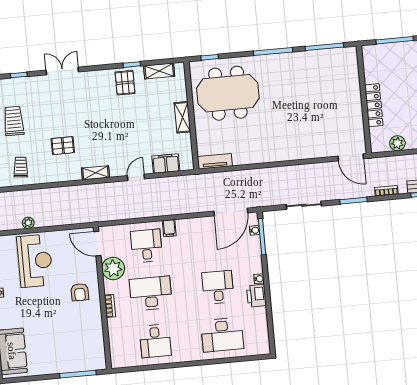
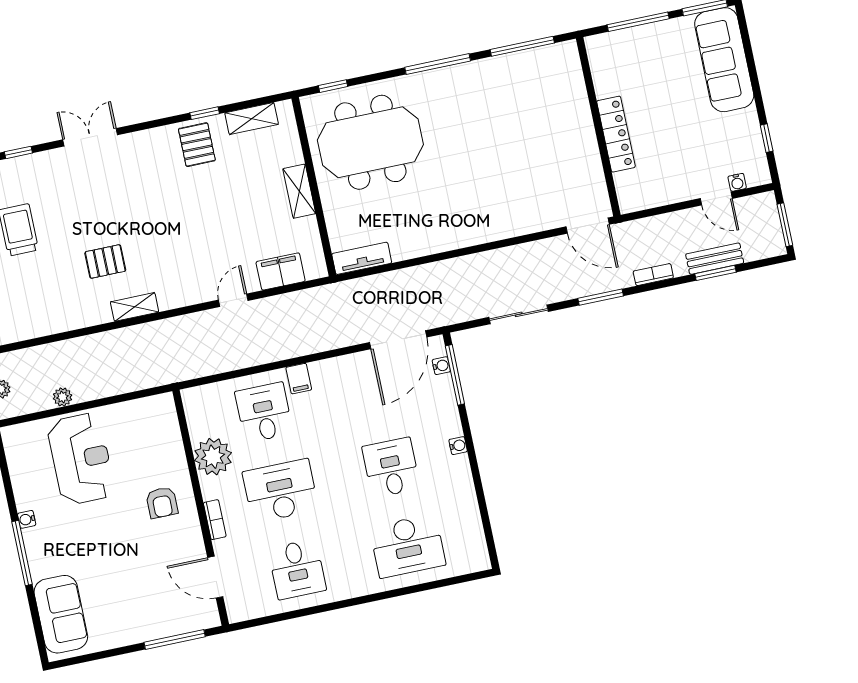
plant: (397, 143) -> (663, 193), removed
trolley: (21, 167) -> (39, 305), removed
shelving: (96, 173) -> (135, 307), moved
door: (97, 244) -> (215, 577), moved
printer: (256, 296) -> (457, 474), removed

